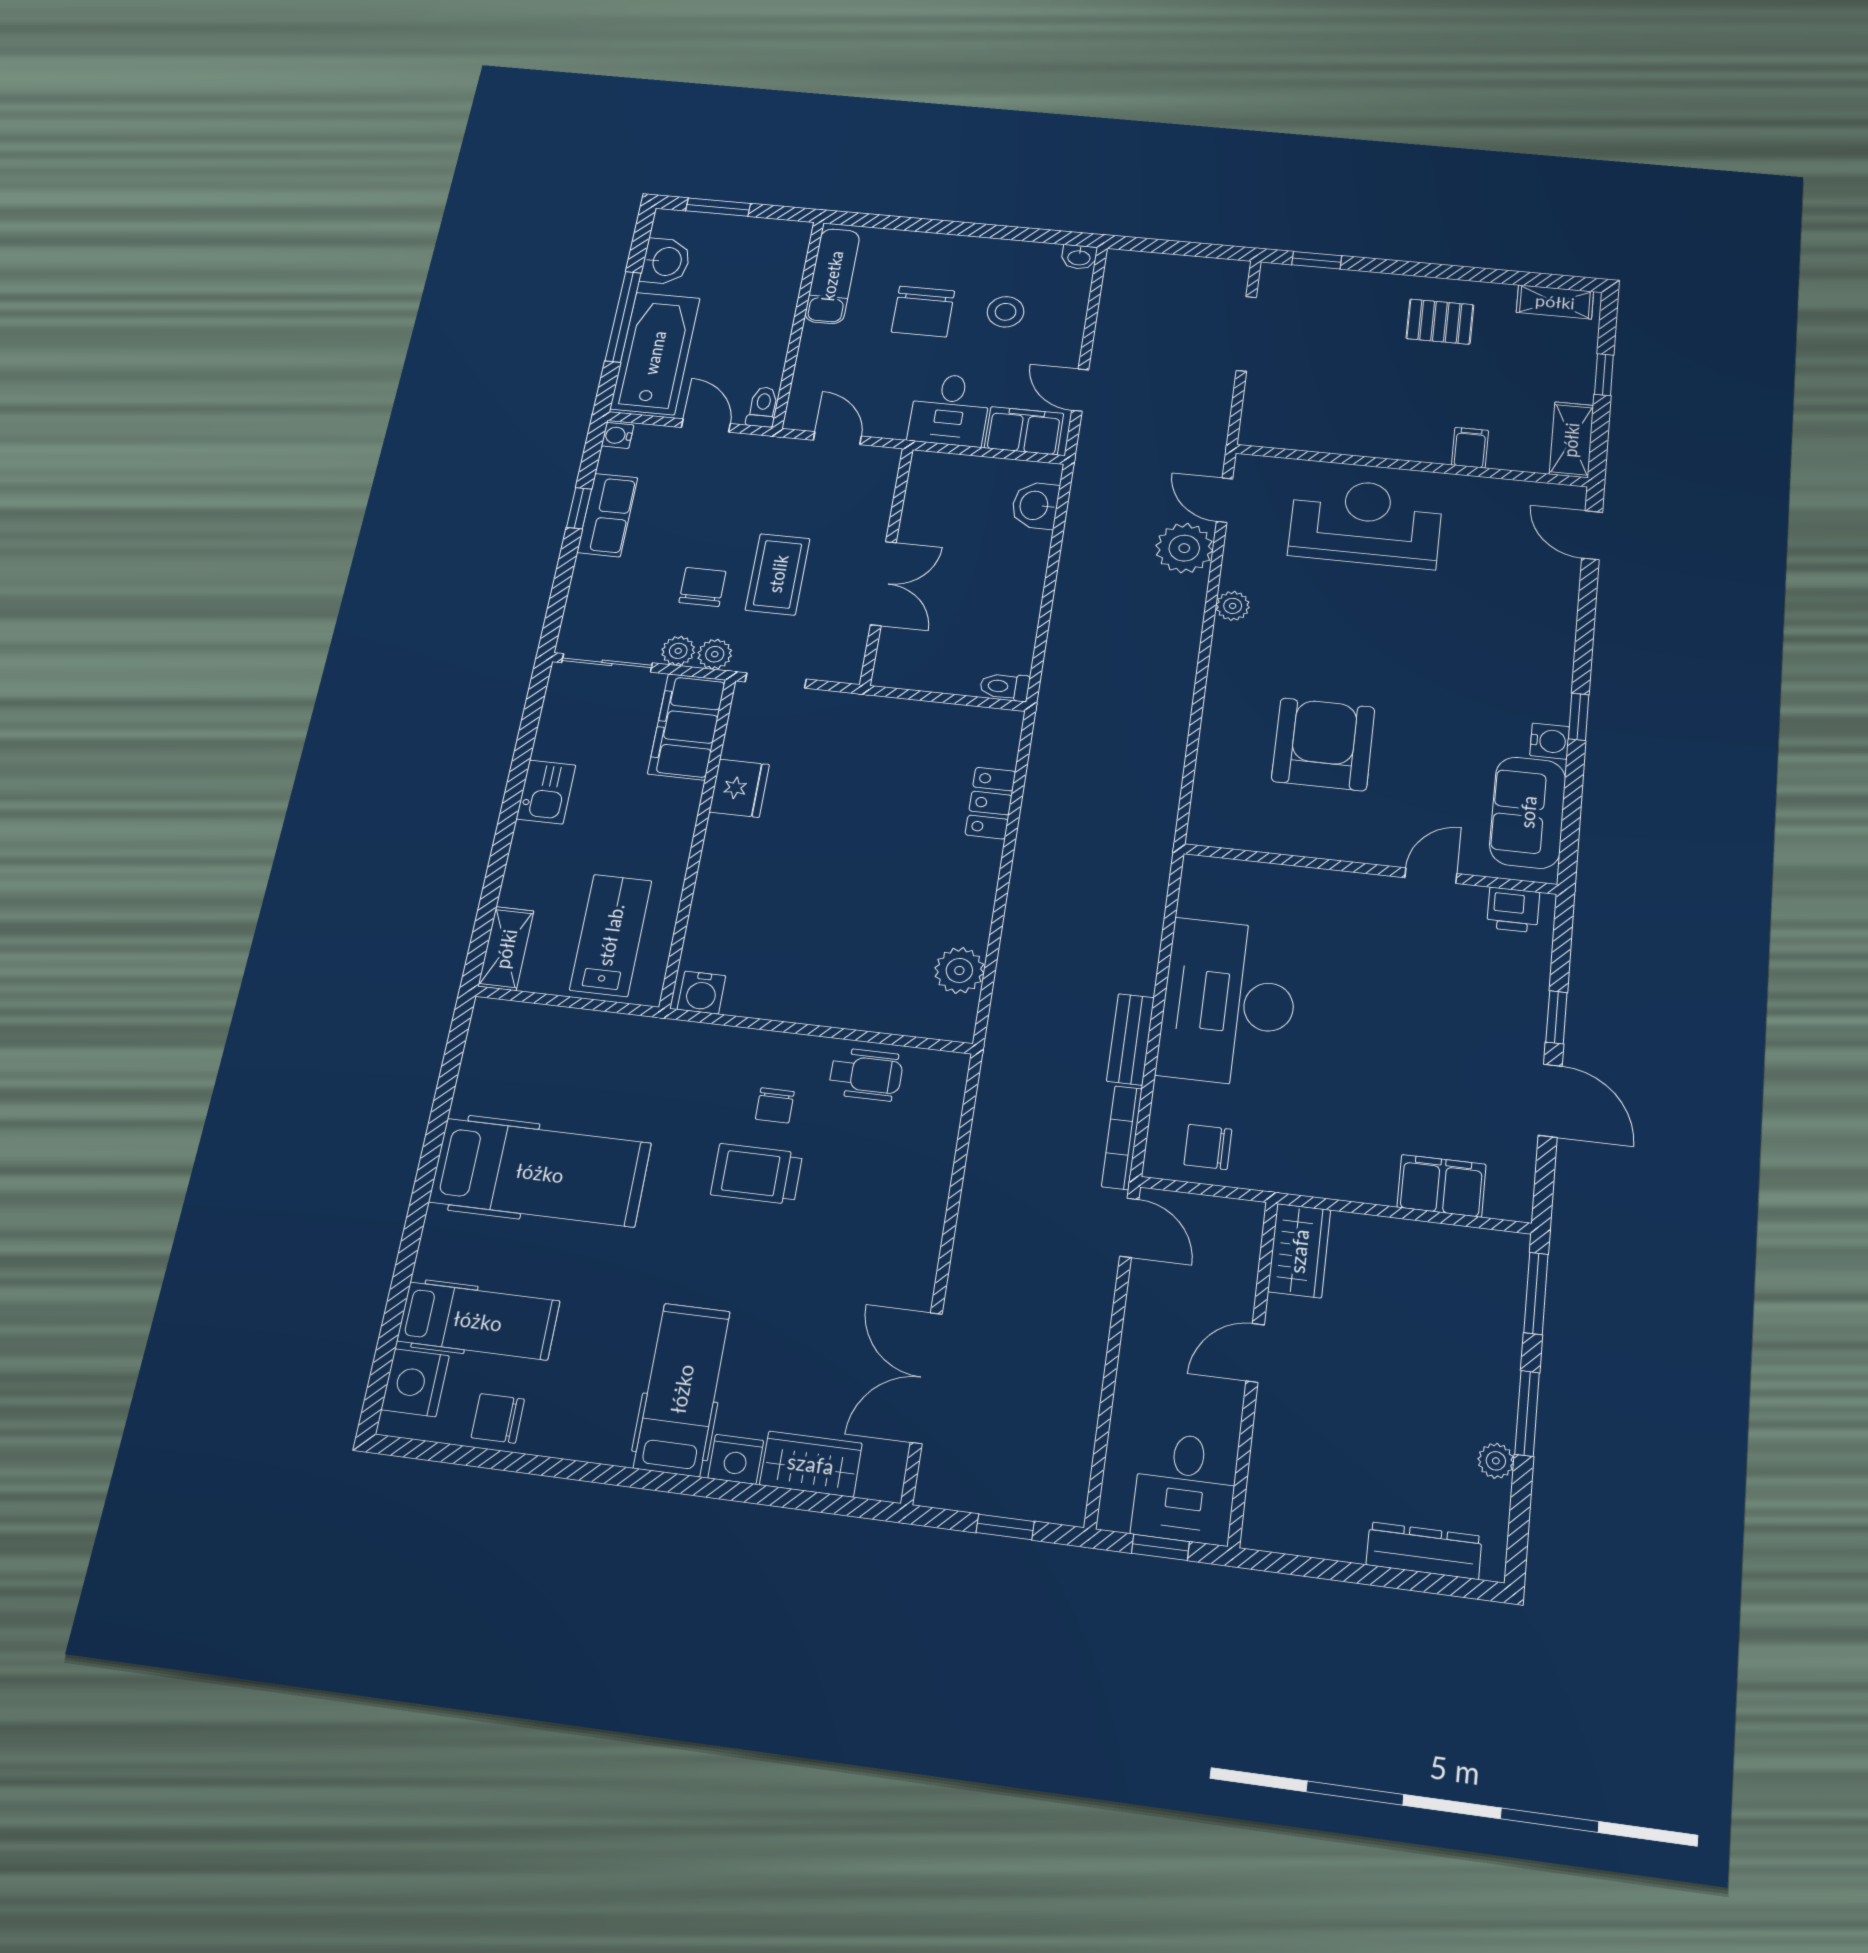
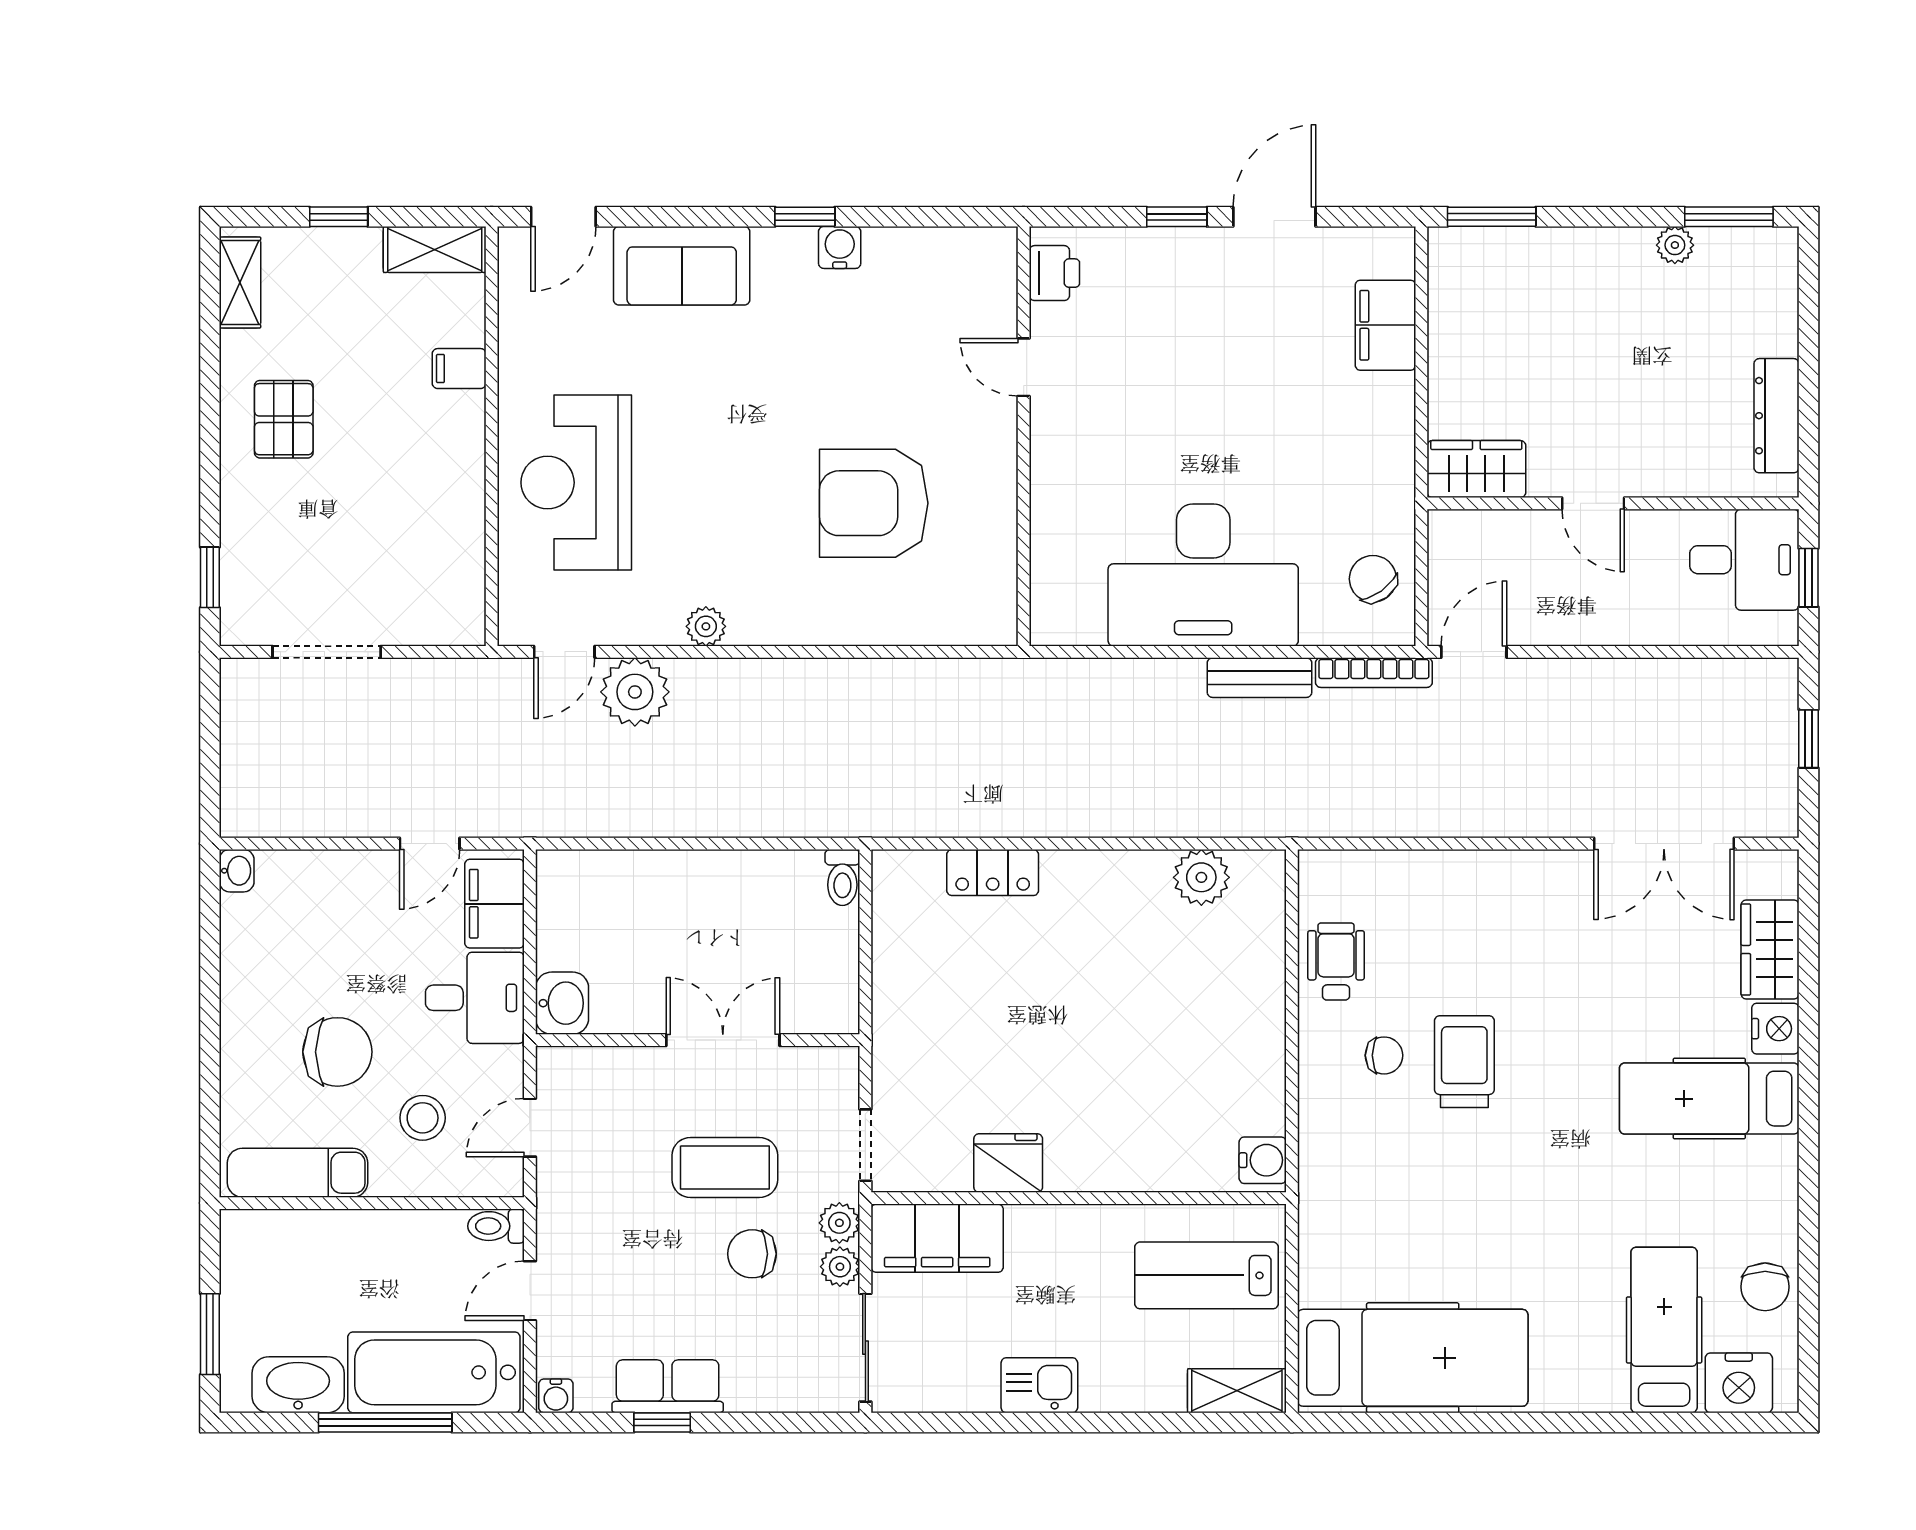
washbasin: (666, 261) -> (298, 1385), width x1.38
stool: (1006, 312) -> (423, 1118), moved
washbasin: (1035, 505) -> (562, 1003), moved, turned -90
sofa: (1528, 812) -> (682, 266), moved
chair: (1208, 1147) -> (1373, 579), turned 144
hospital bed: (540, 1173) -> (1413, 1358), moved, turned 90
trolley: (757, 1174) -> (1464, 1062), turned 180
window: (1527, 1413) -> (1729, 217), moved
dresser: (1424, 1551) -> (1776, 416), moved

